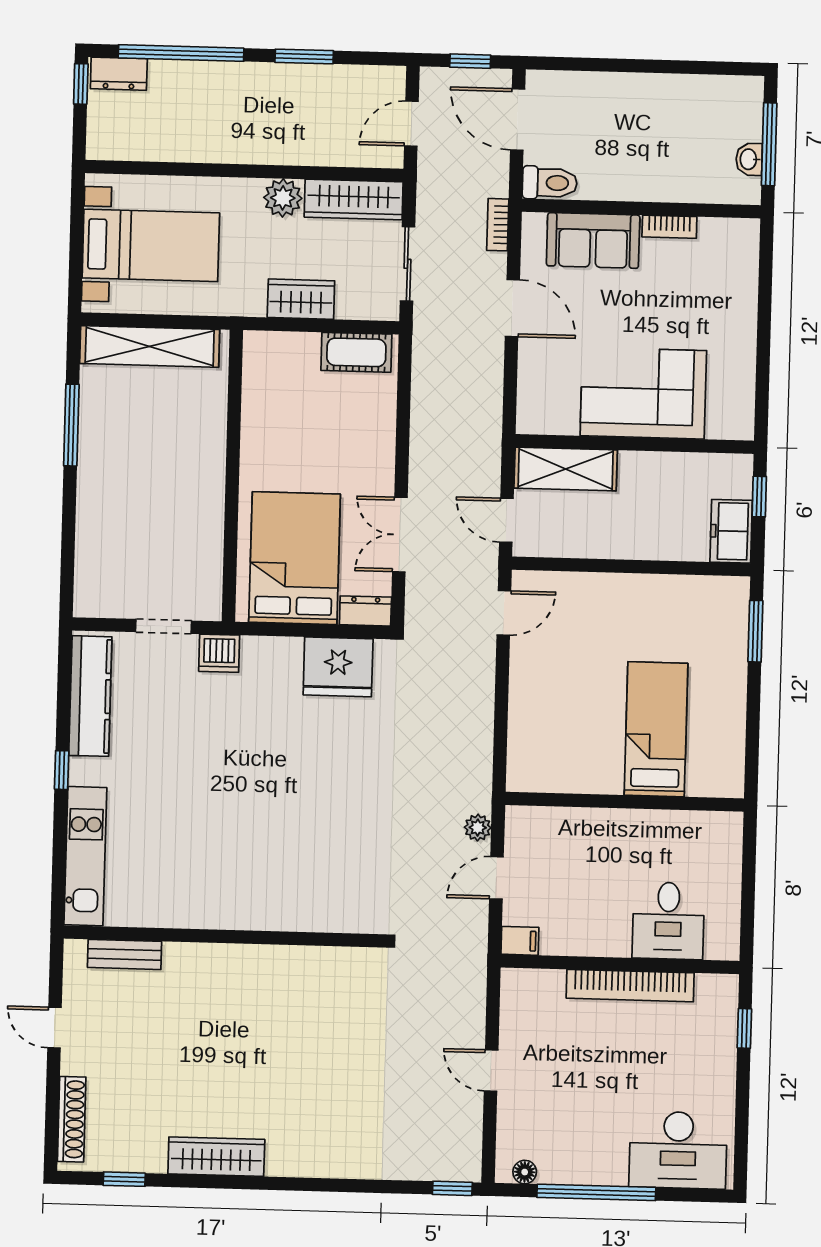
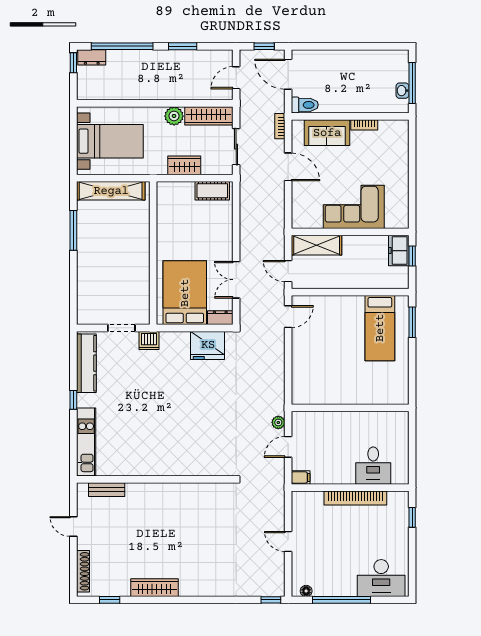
freezer: (731, 531) -> (399, 251), moved
bed: (656, 729) -> (380, 328), moved, turned 180

